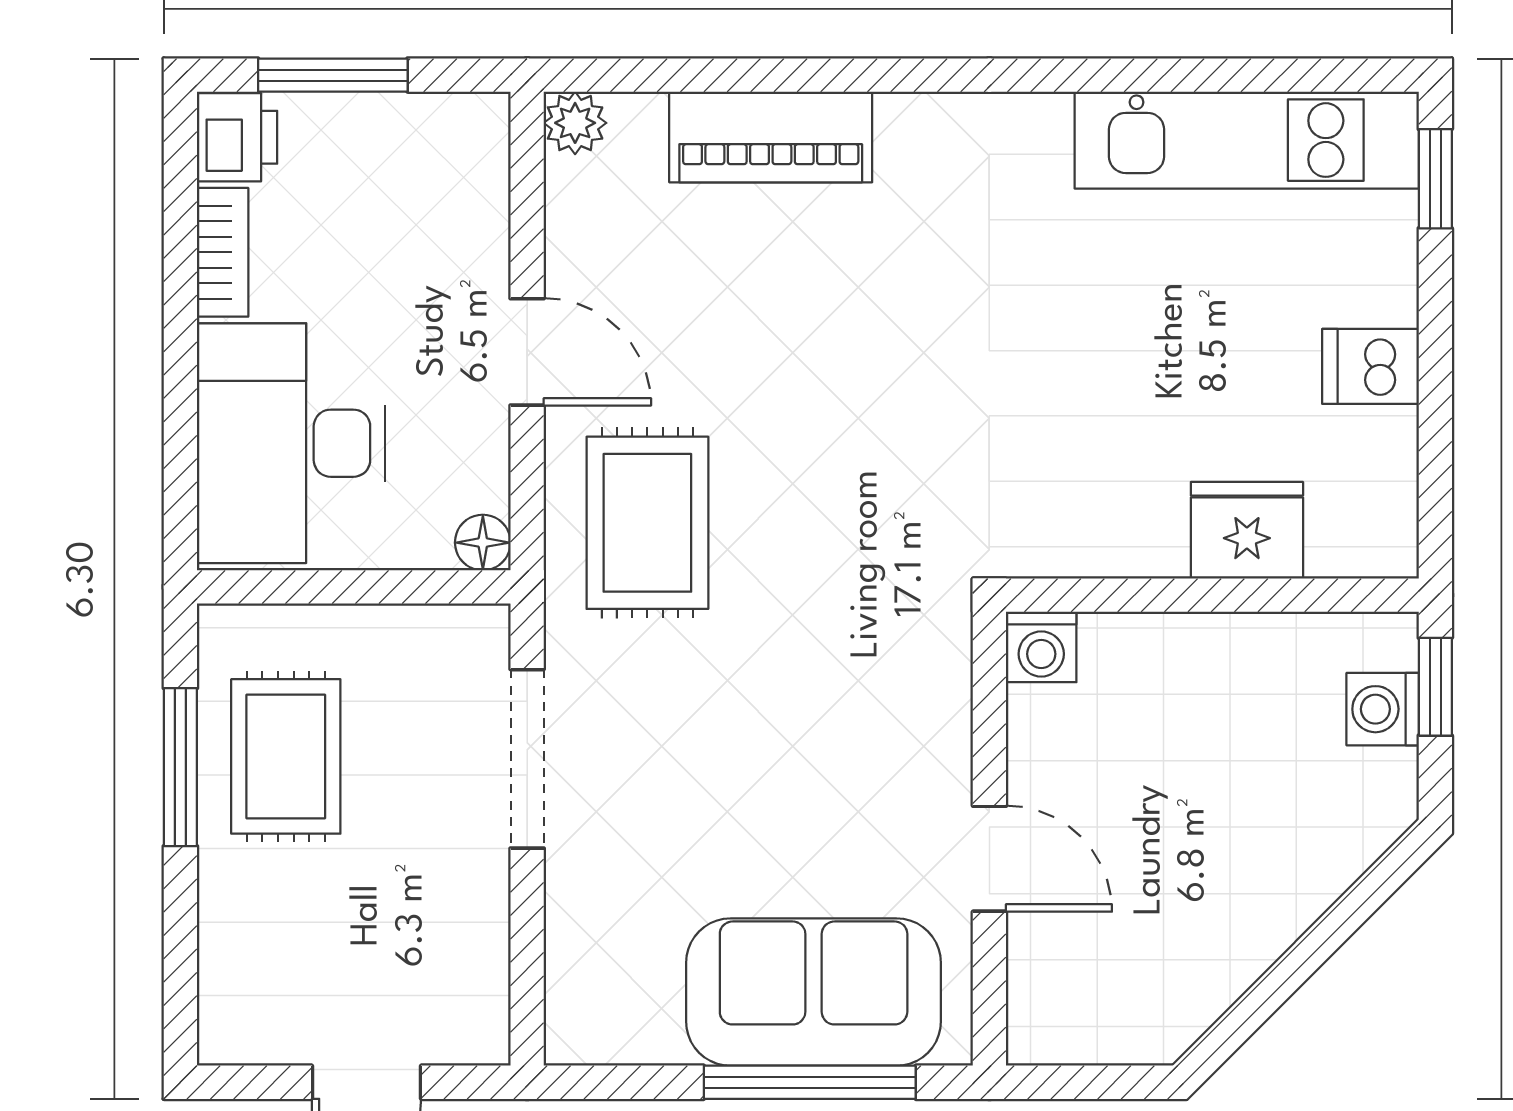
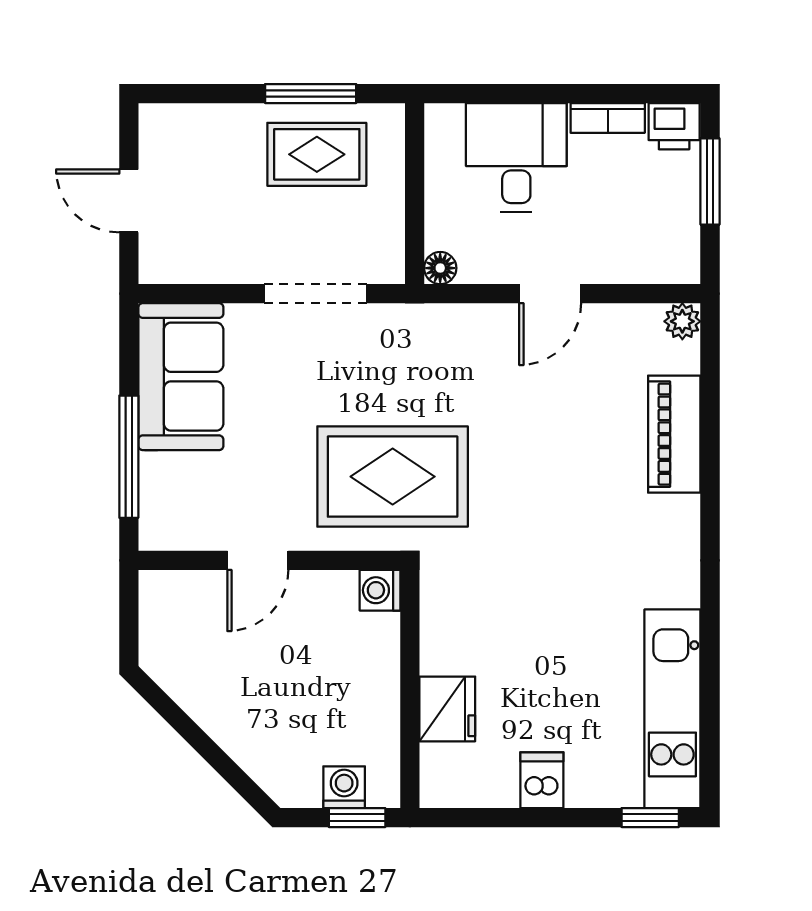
desk: (291, 443) -> (516, 157), width x0.73
rug: (647, 523) -> (393, 477), moved, width x1.36, depth x1.43
sofa: (814, 992) -> (181, 377), moved

